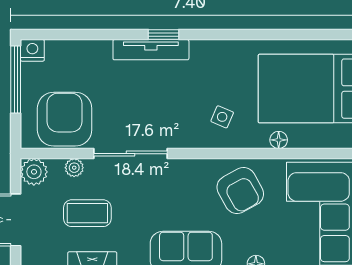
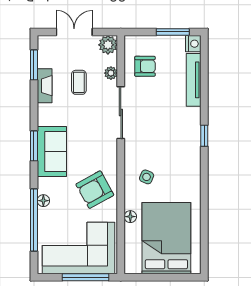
tv unit: (151, 50) -> (194, 80), moved
window: (16, 79) -> (173, 32), width x0.69
armchair: (65, 119) -> (145, 66), width x0.53, depth x0.53
coffee table: (87, 213) -> (79, 82), width x0.73, depth x0.77

